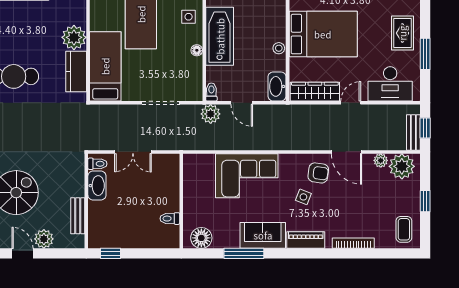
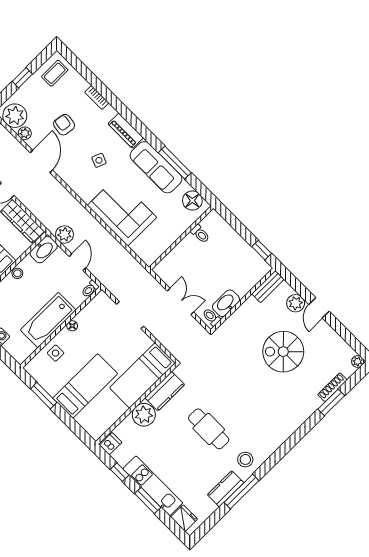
plant: (211, 114) -> (65, 234), moved
armchair: (318, 173) -> (64, 125), moved
bench: (78, 216) -> (268, 287), moved
sofa: (263, 235) -> (156, 167), width x1.36
bookcase: (353, 243) -> (97, 97), width x0.64

